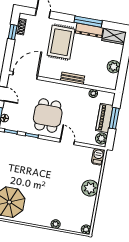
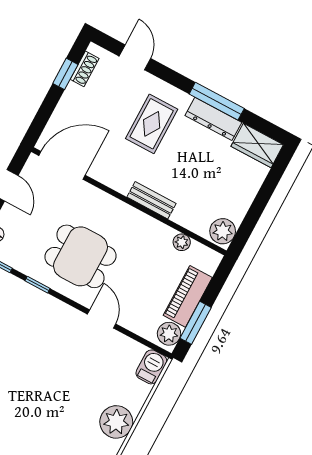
rug: (61, 42) -> (152, 124), width x0.73, depth x0.70
plant: (114, 67) -> (223, 231), moved
dining table: (48, 116) -> (80, 256), turned 90
window: (114, 118) -> (196, 323), moved

